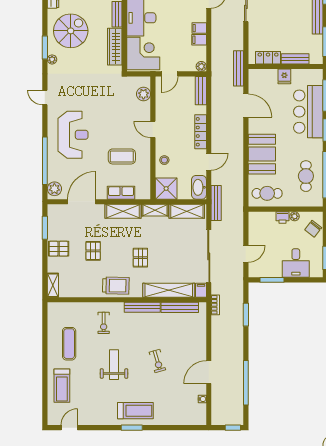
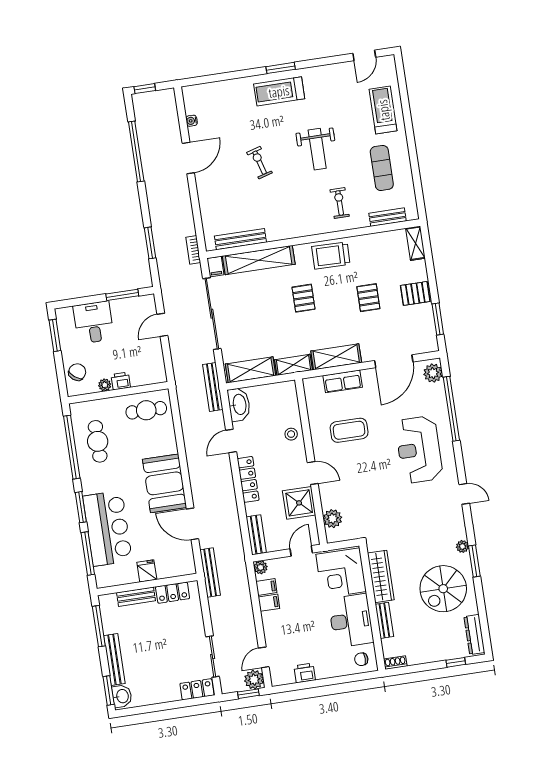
filing cabinet: (199, 28) -> (266, 587), moved
booth: (262, 154) -> (165, 483), moved
shower: (166, 189) -> (299, 503), moved
bench: (142, 307) -> (388, 217), moved, width x0.73

